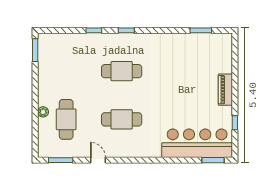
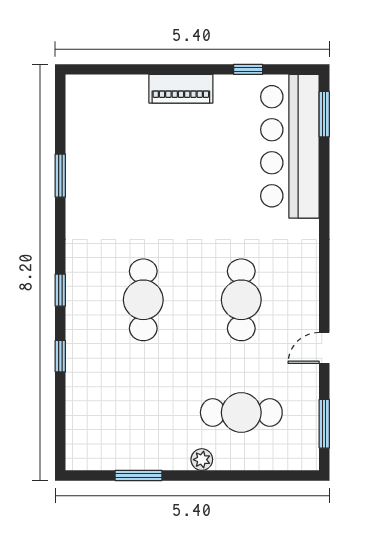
window: (201, 30) -> (60, 176), moved
window: (35, 50) -> (139, 475), moved
plant: (43, 112) -> (202, 460), moved

